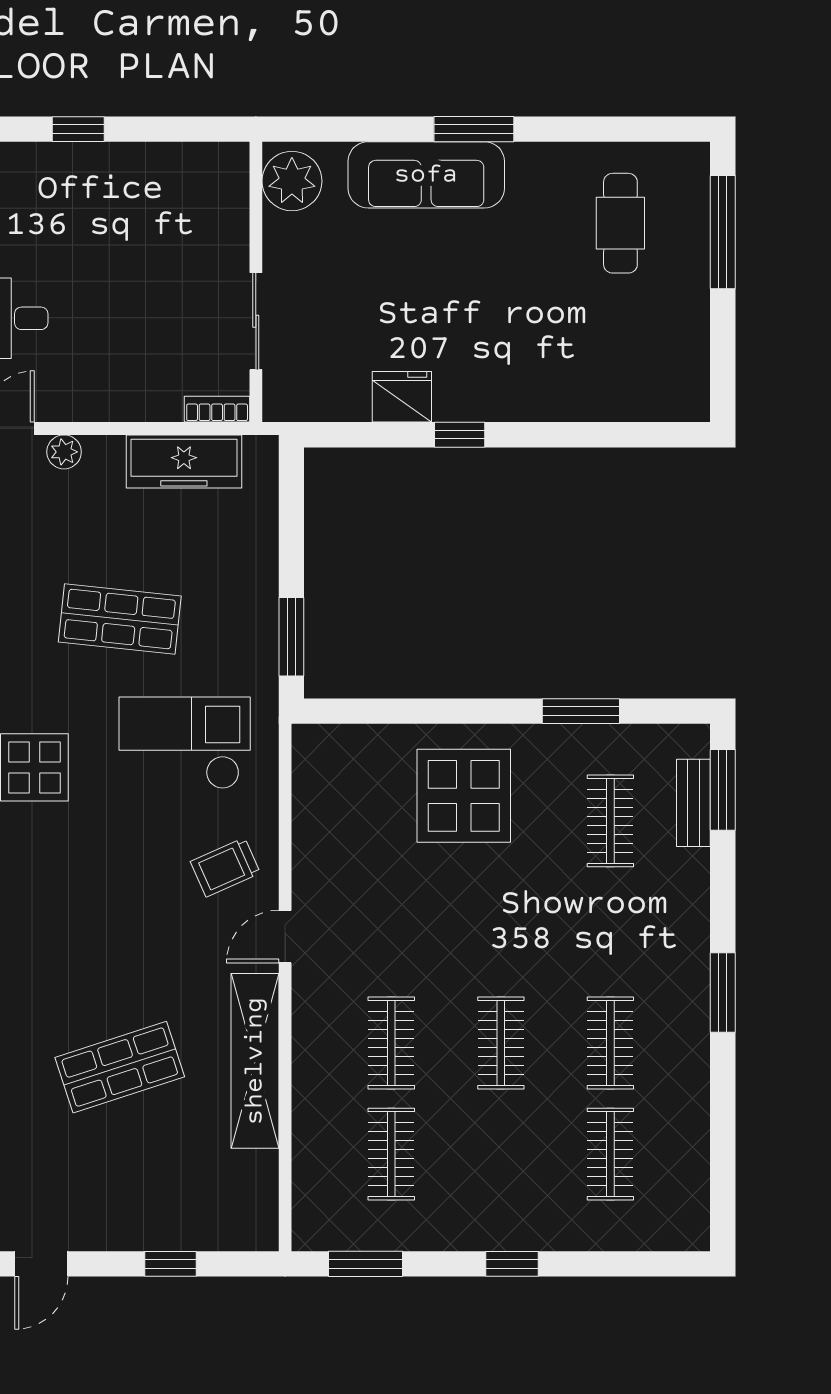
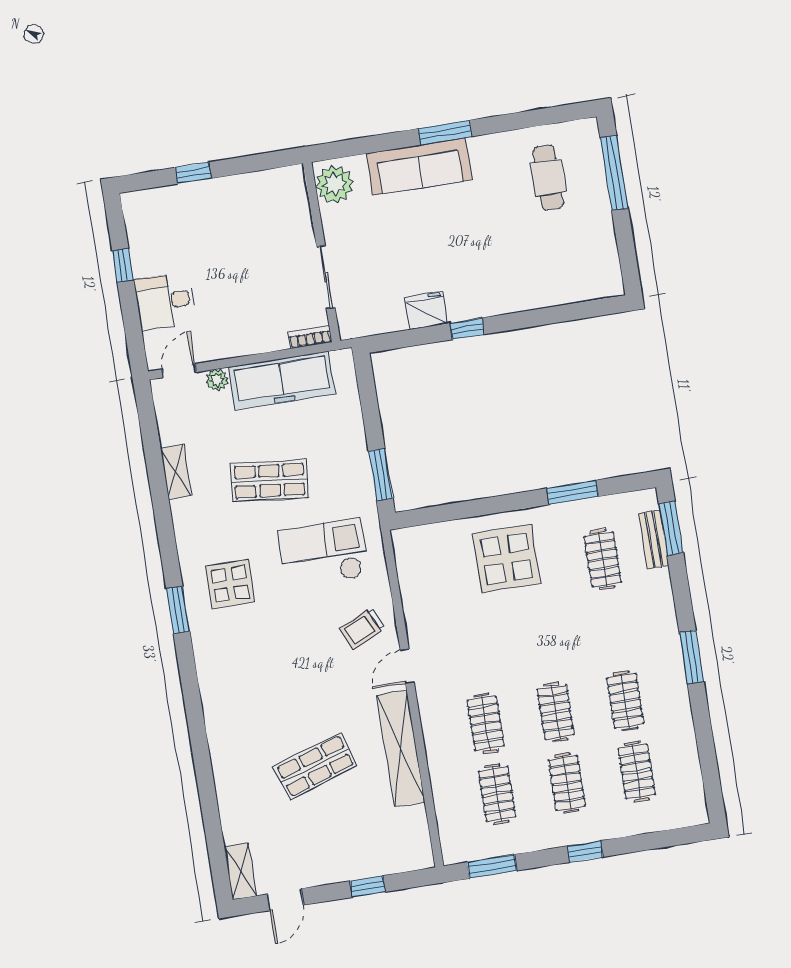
freezer: (184, 461) -> (282, 380), width x1.36, depth x1.26
clothes rail: (501, 1154) -> (567, 783), added

